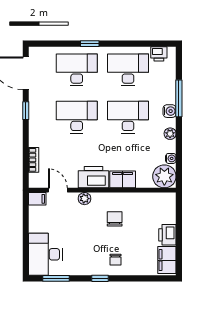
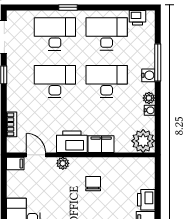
water cooler: (171, 158) -> (150, 110), moved

